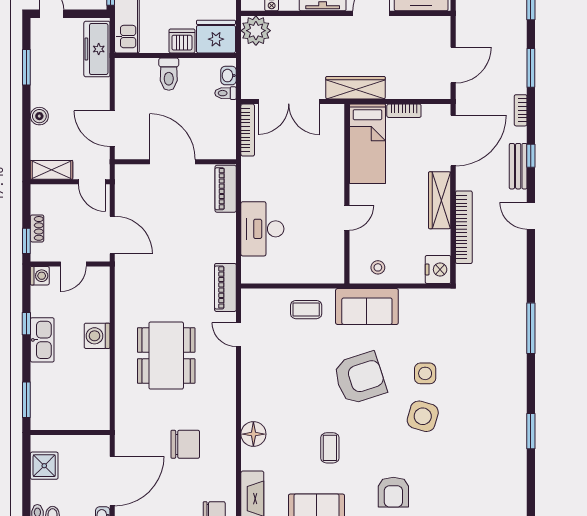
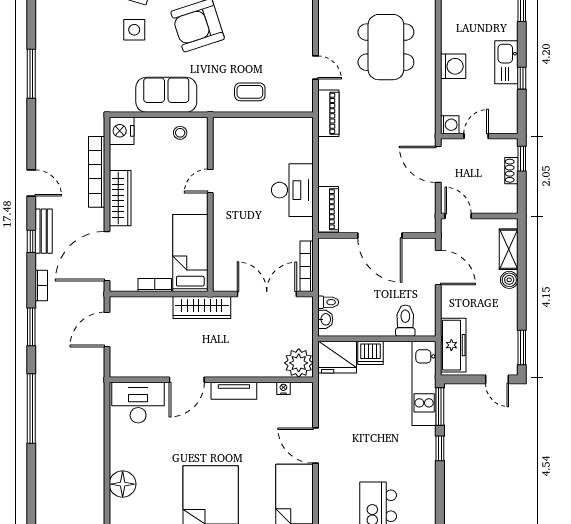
window: (26, 67) -> (522, 348), moved
toilet: (169, 74) -> (405, 321), moved
shelving: (51, 170) -> (509, 249), moved, turned 90
desk: (262, 229) -> (292, 190), moved
washing machine: (40, 276) -> (450, 125), moved, turned 180
sofa: (367, 307) -> (166, 95), moved

